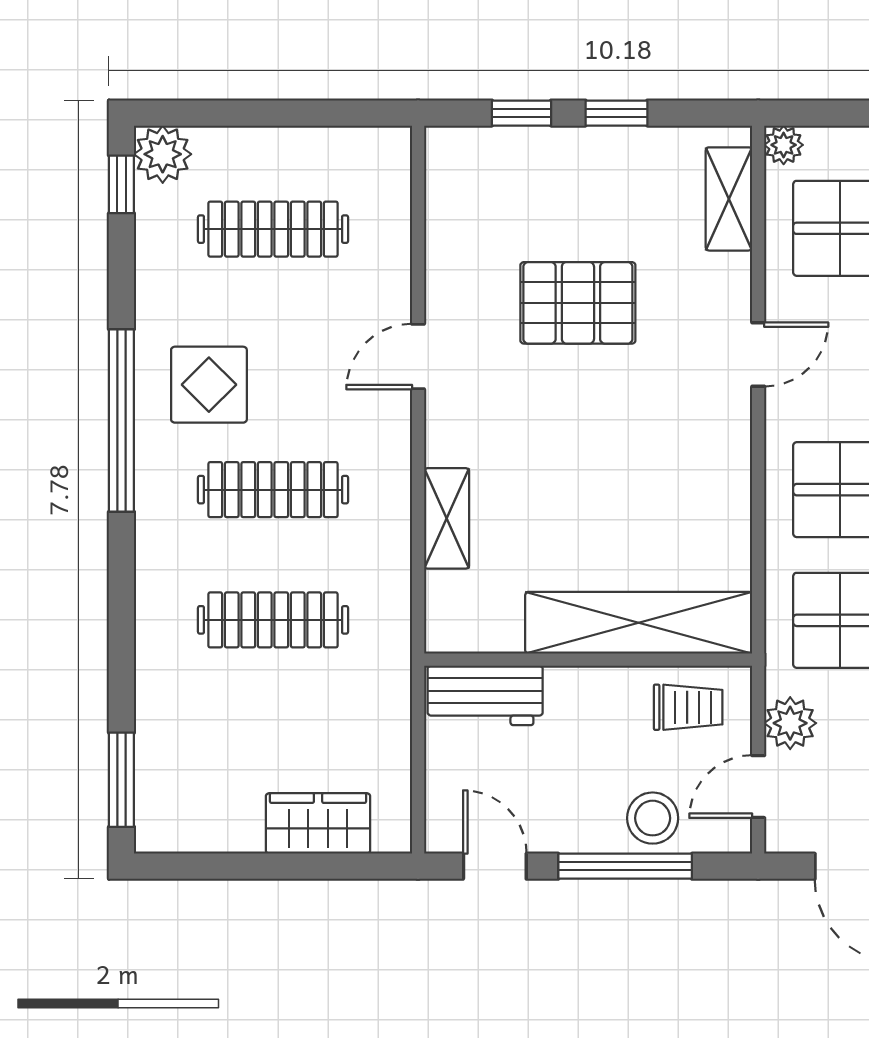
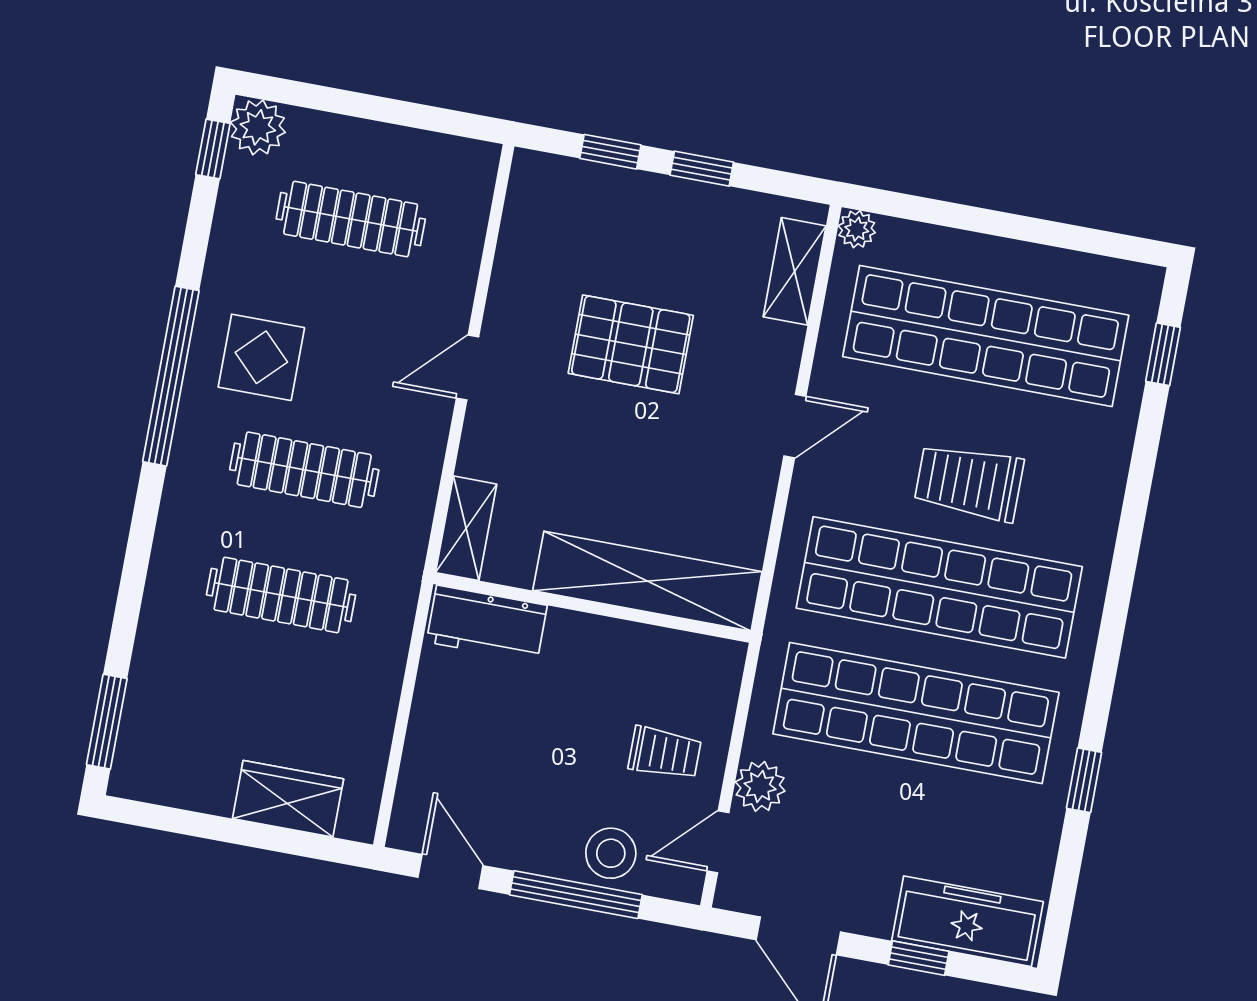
shelving: (639, 623) -> (647, 581), moved
wall: (588, 660) -> (592, 608), moved
workbench: (485, 695) -> (487, 624), moved

